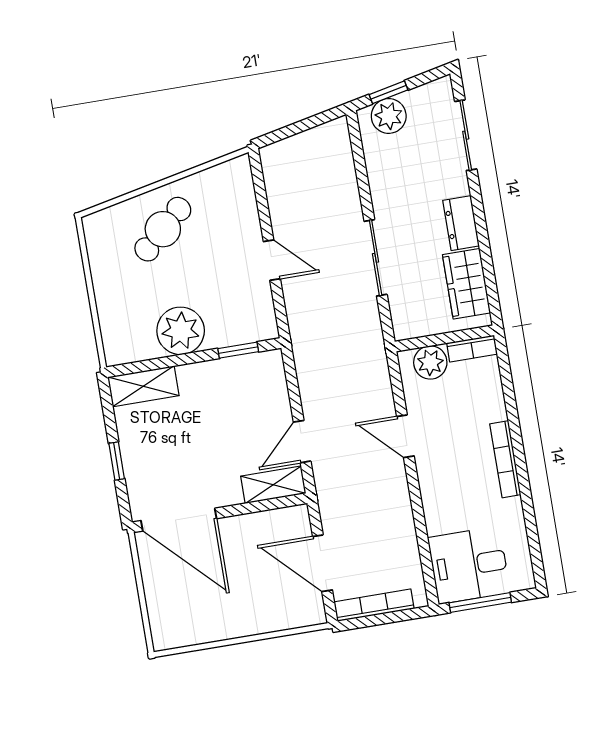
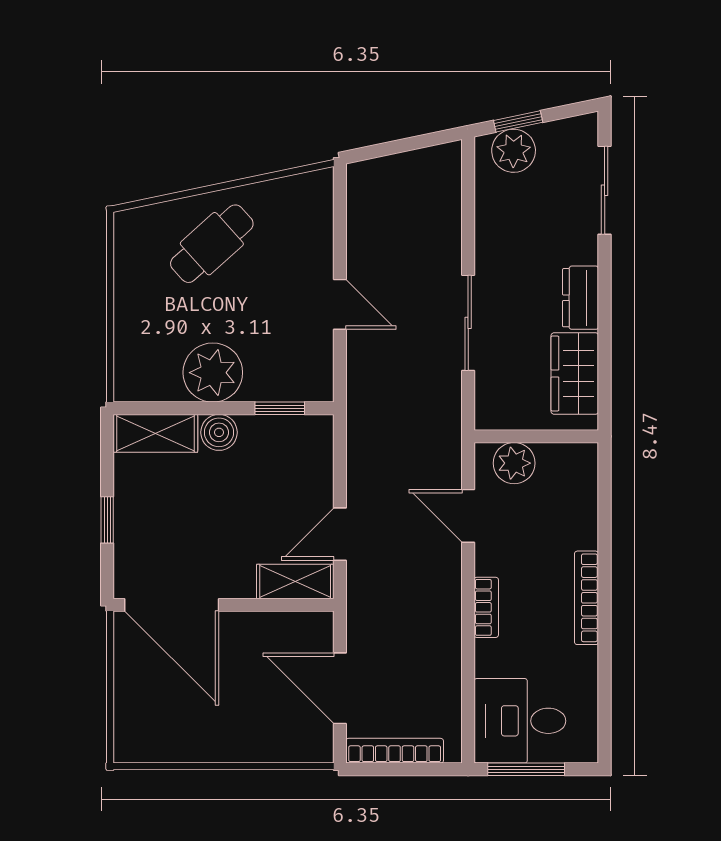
bookcase: (472, 348) -> (486, 607), moved, turned -90
boiler: (193, 377) -> (219, 432), added
door: (405, 436) -> (468, 516), moved

